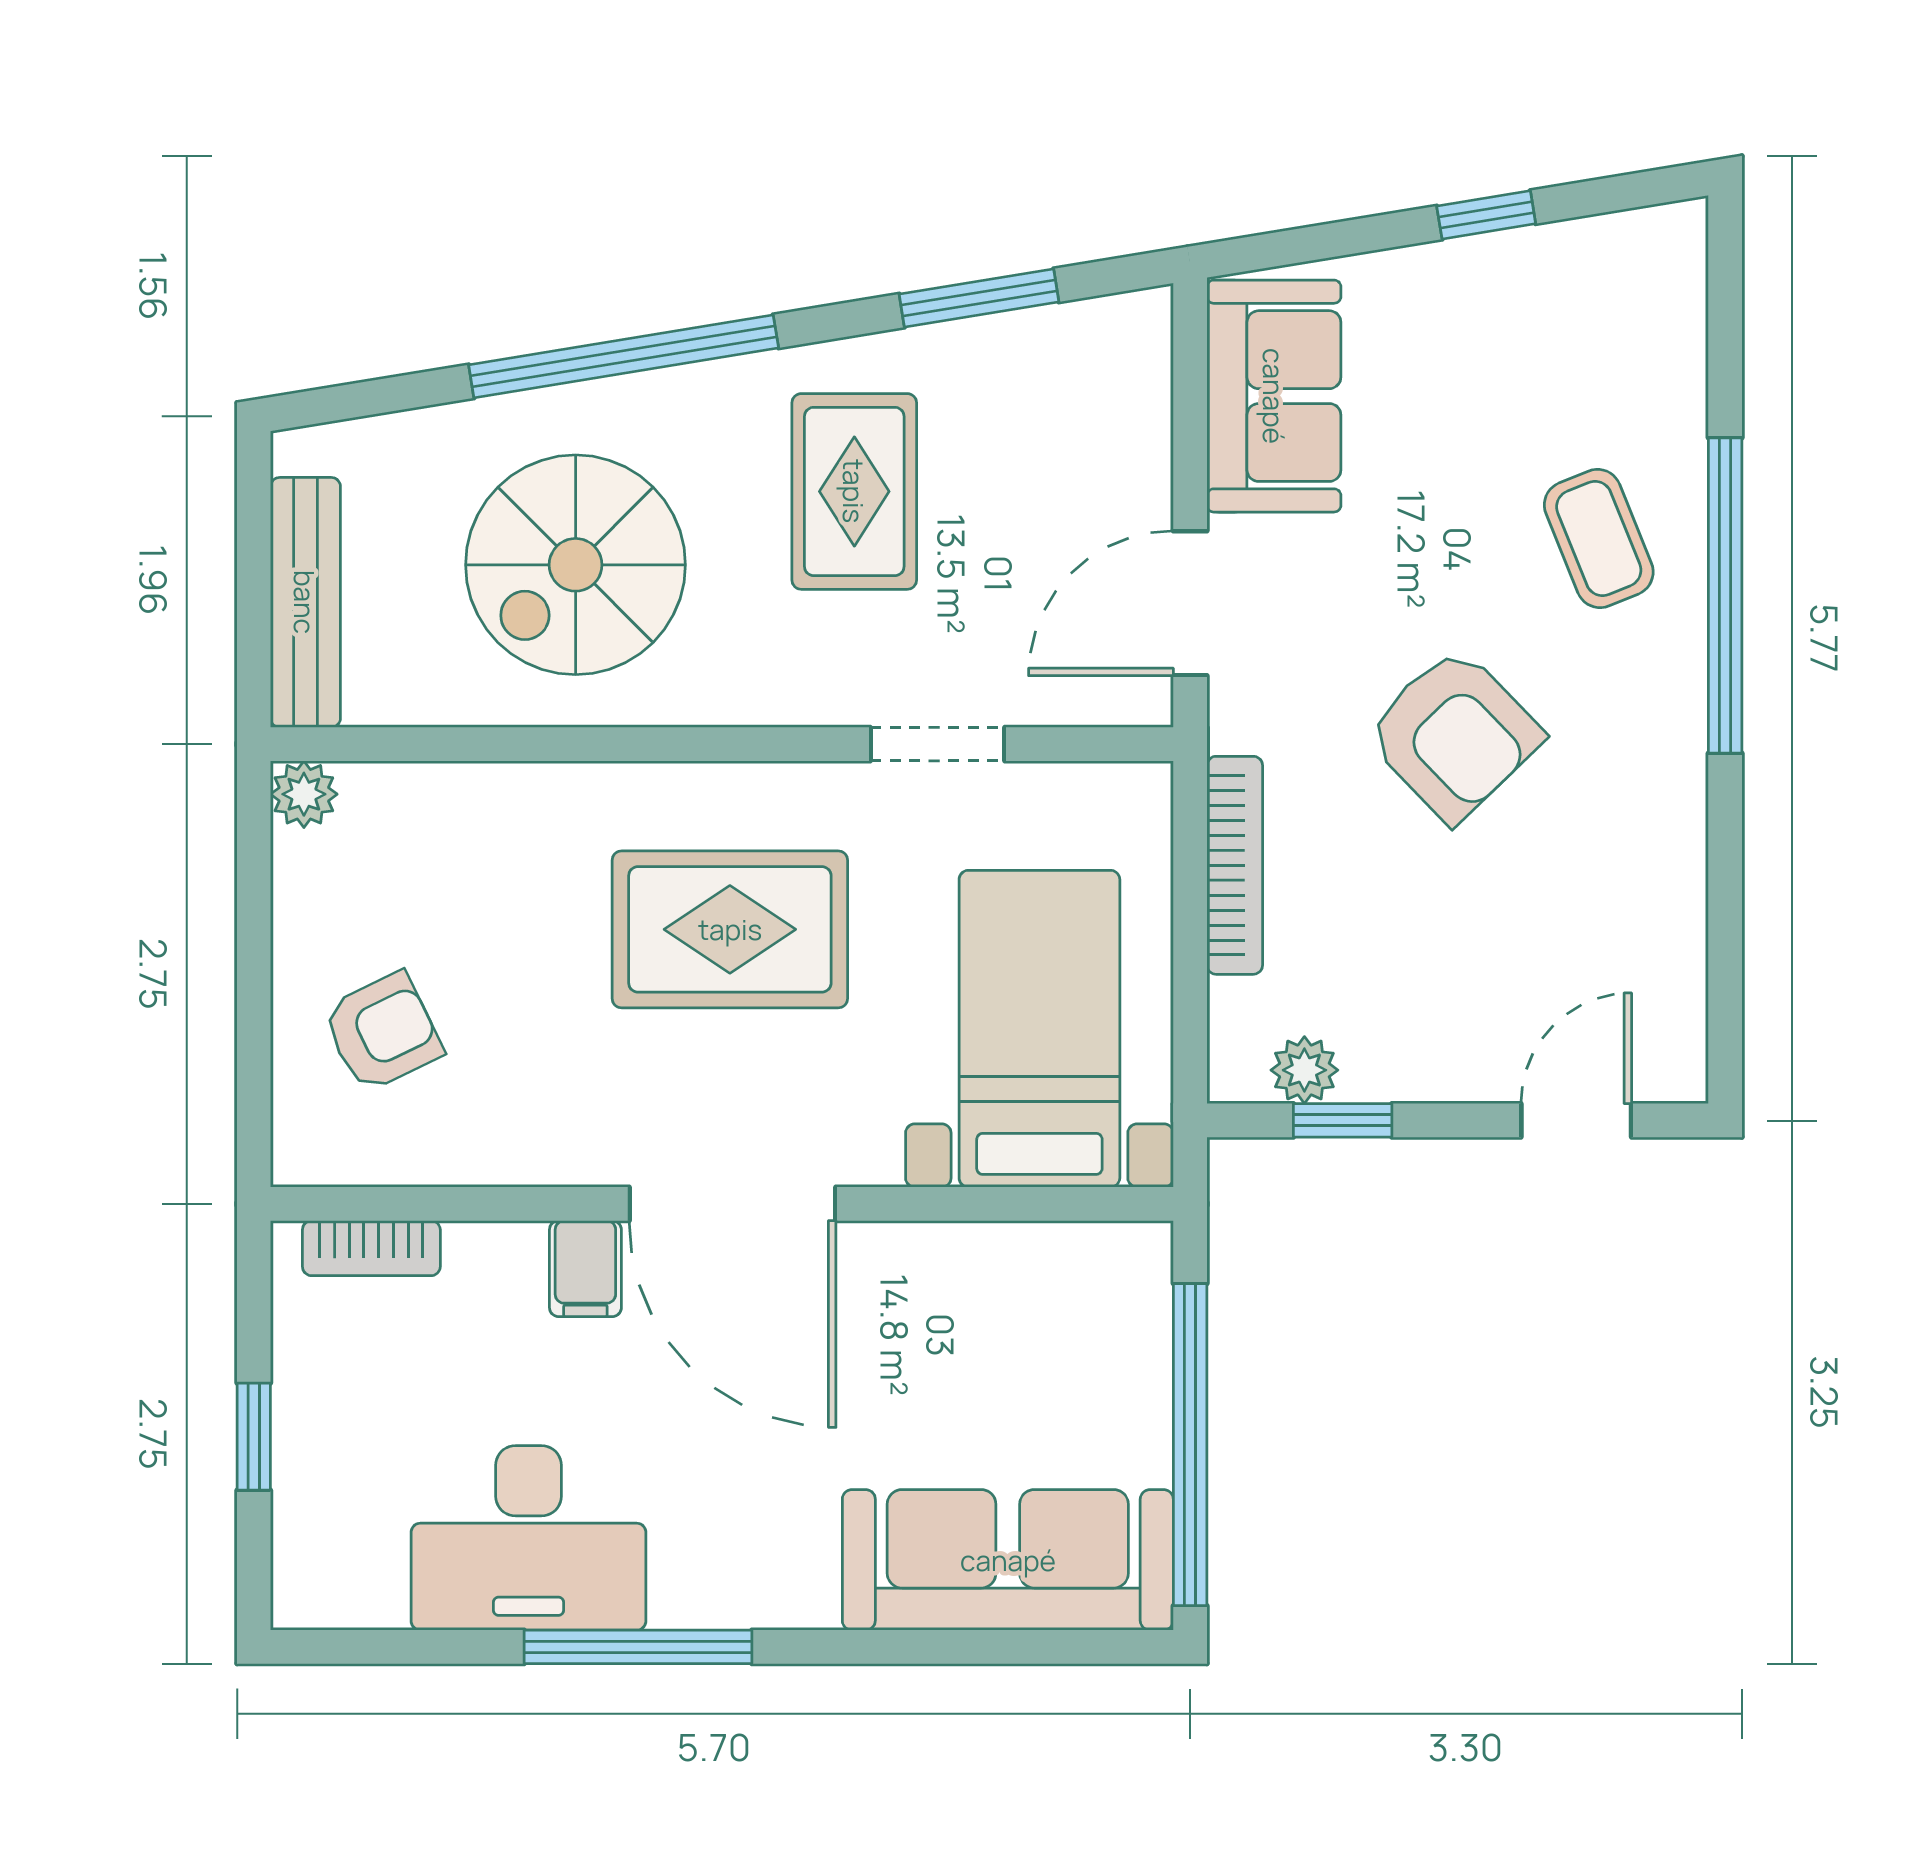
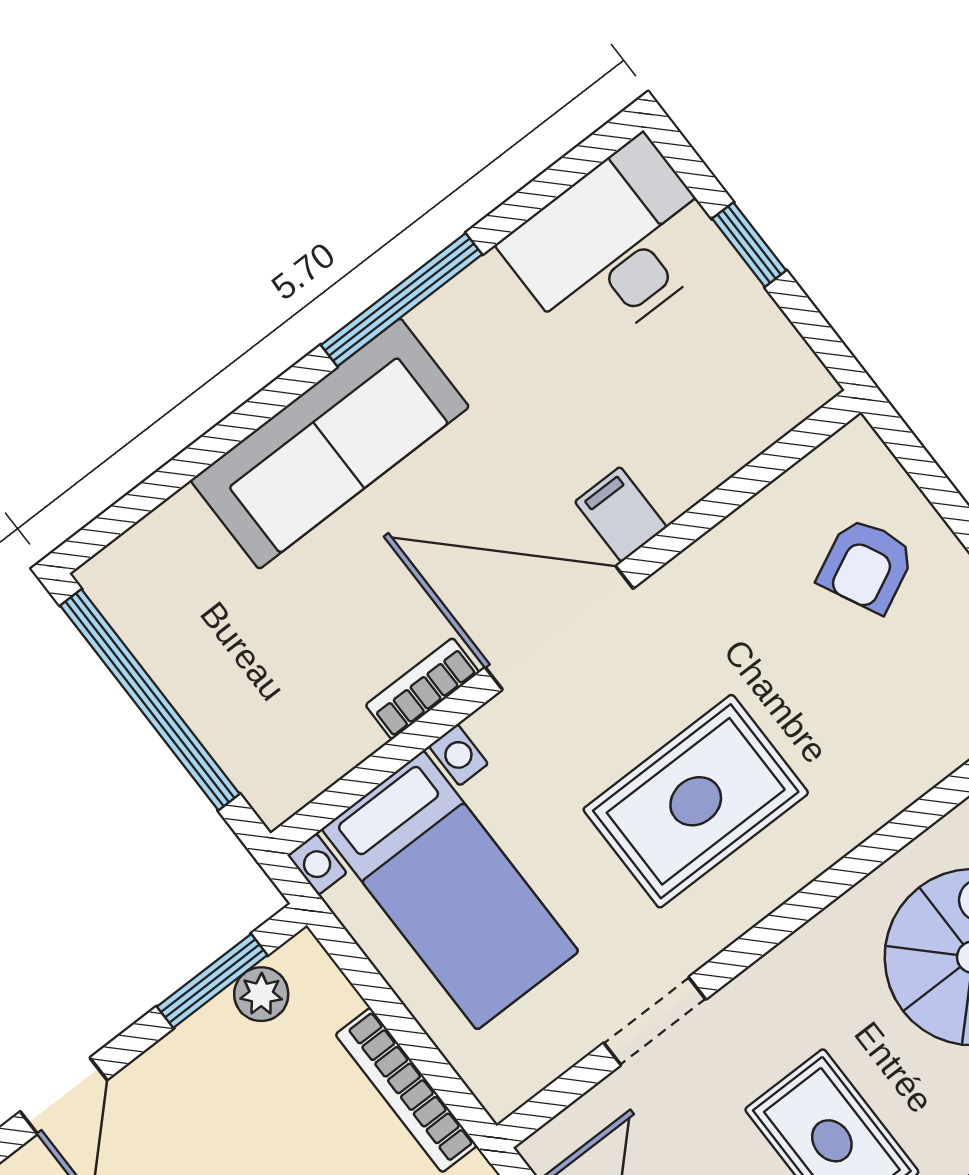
window: (1343, 1120) -> (212, 981), width x1.50
bookcase: (371, 1248) -> (422, 689), moved
desk: (528, 1538) -> (614, 246), moved
sofa: (1008, 1560) -> (330, 444), moved

